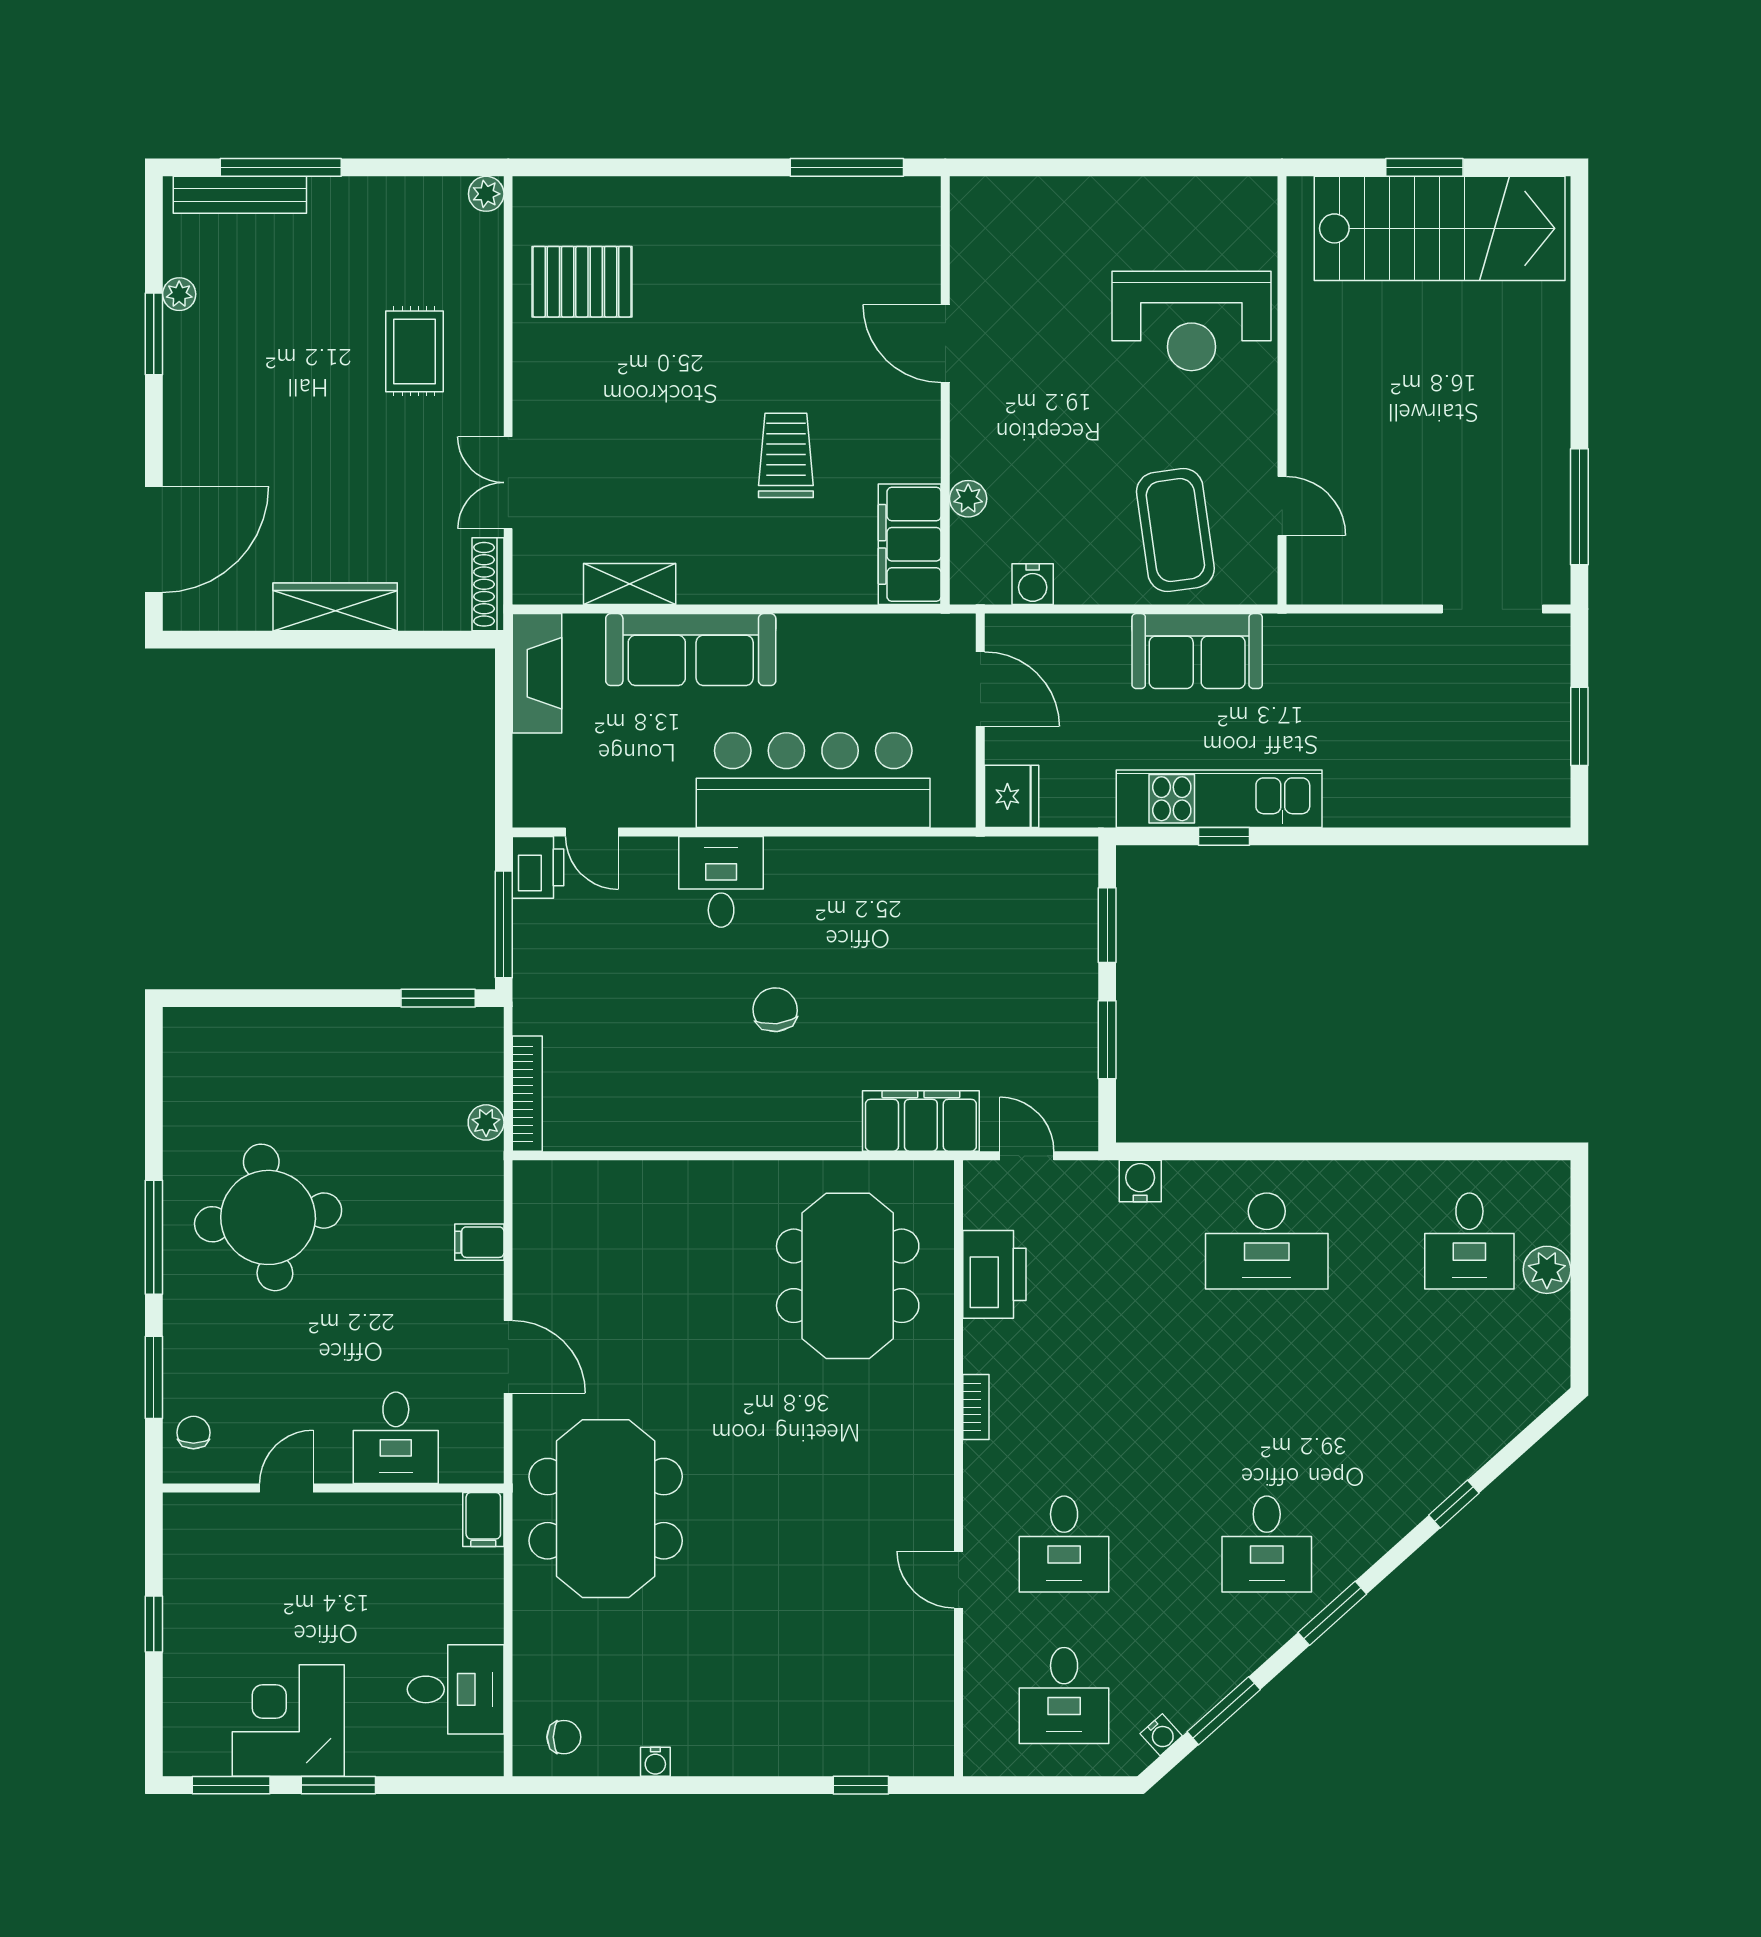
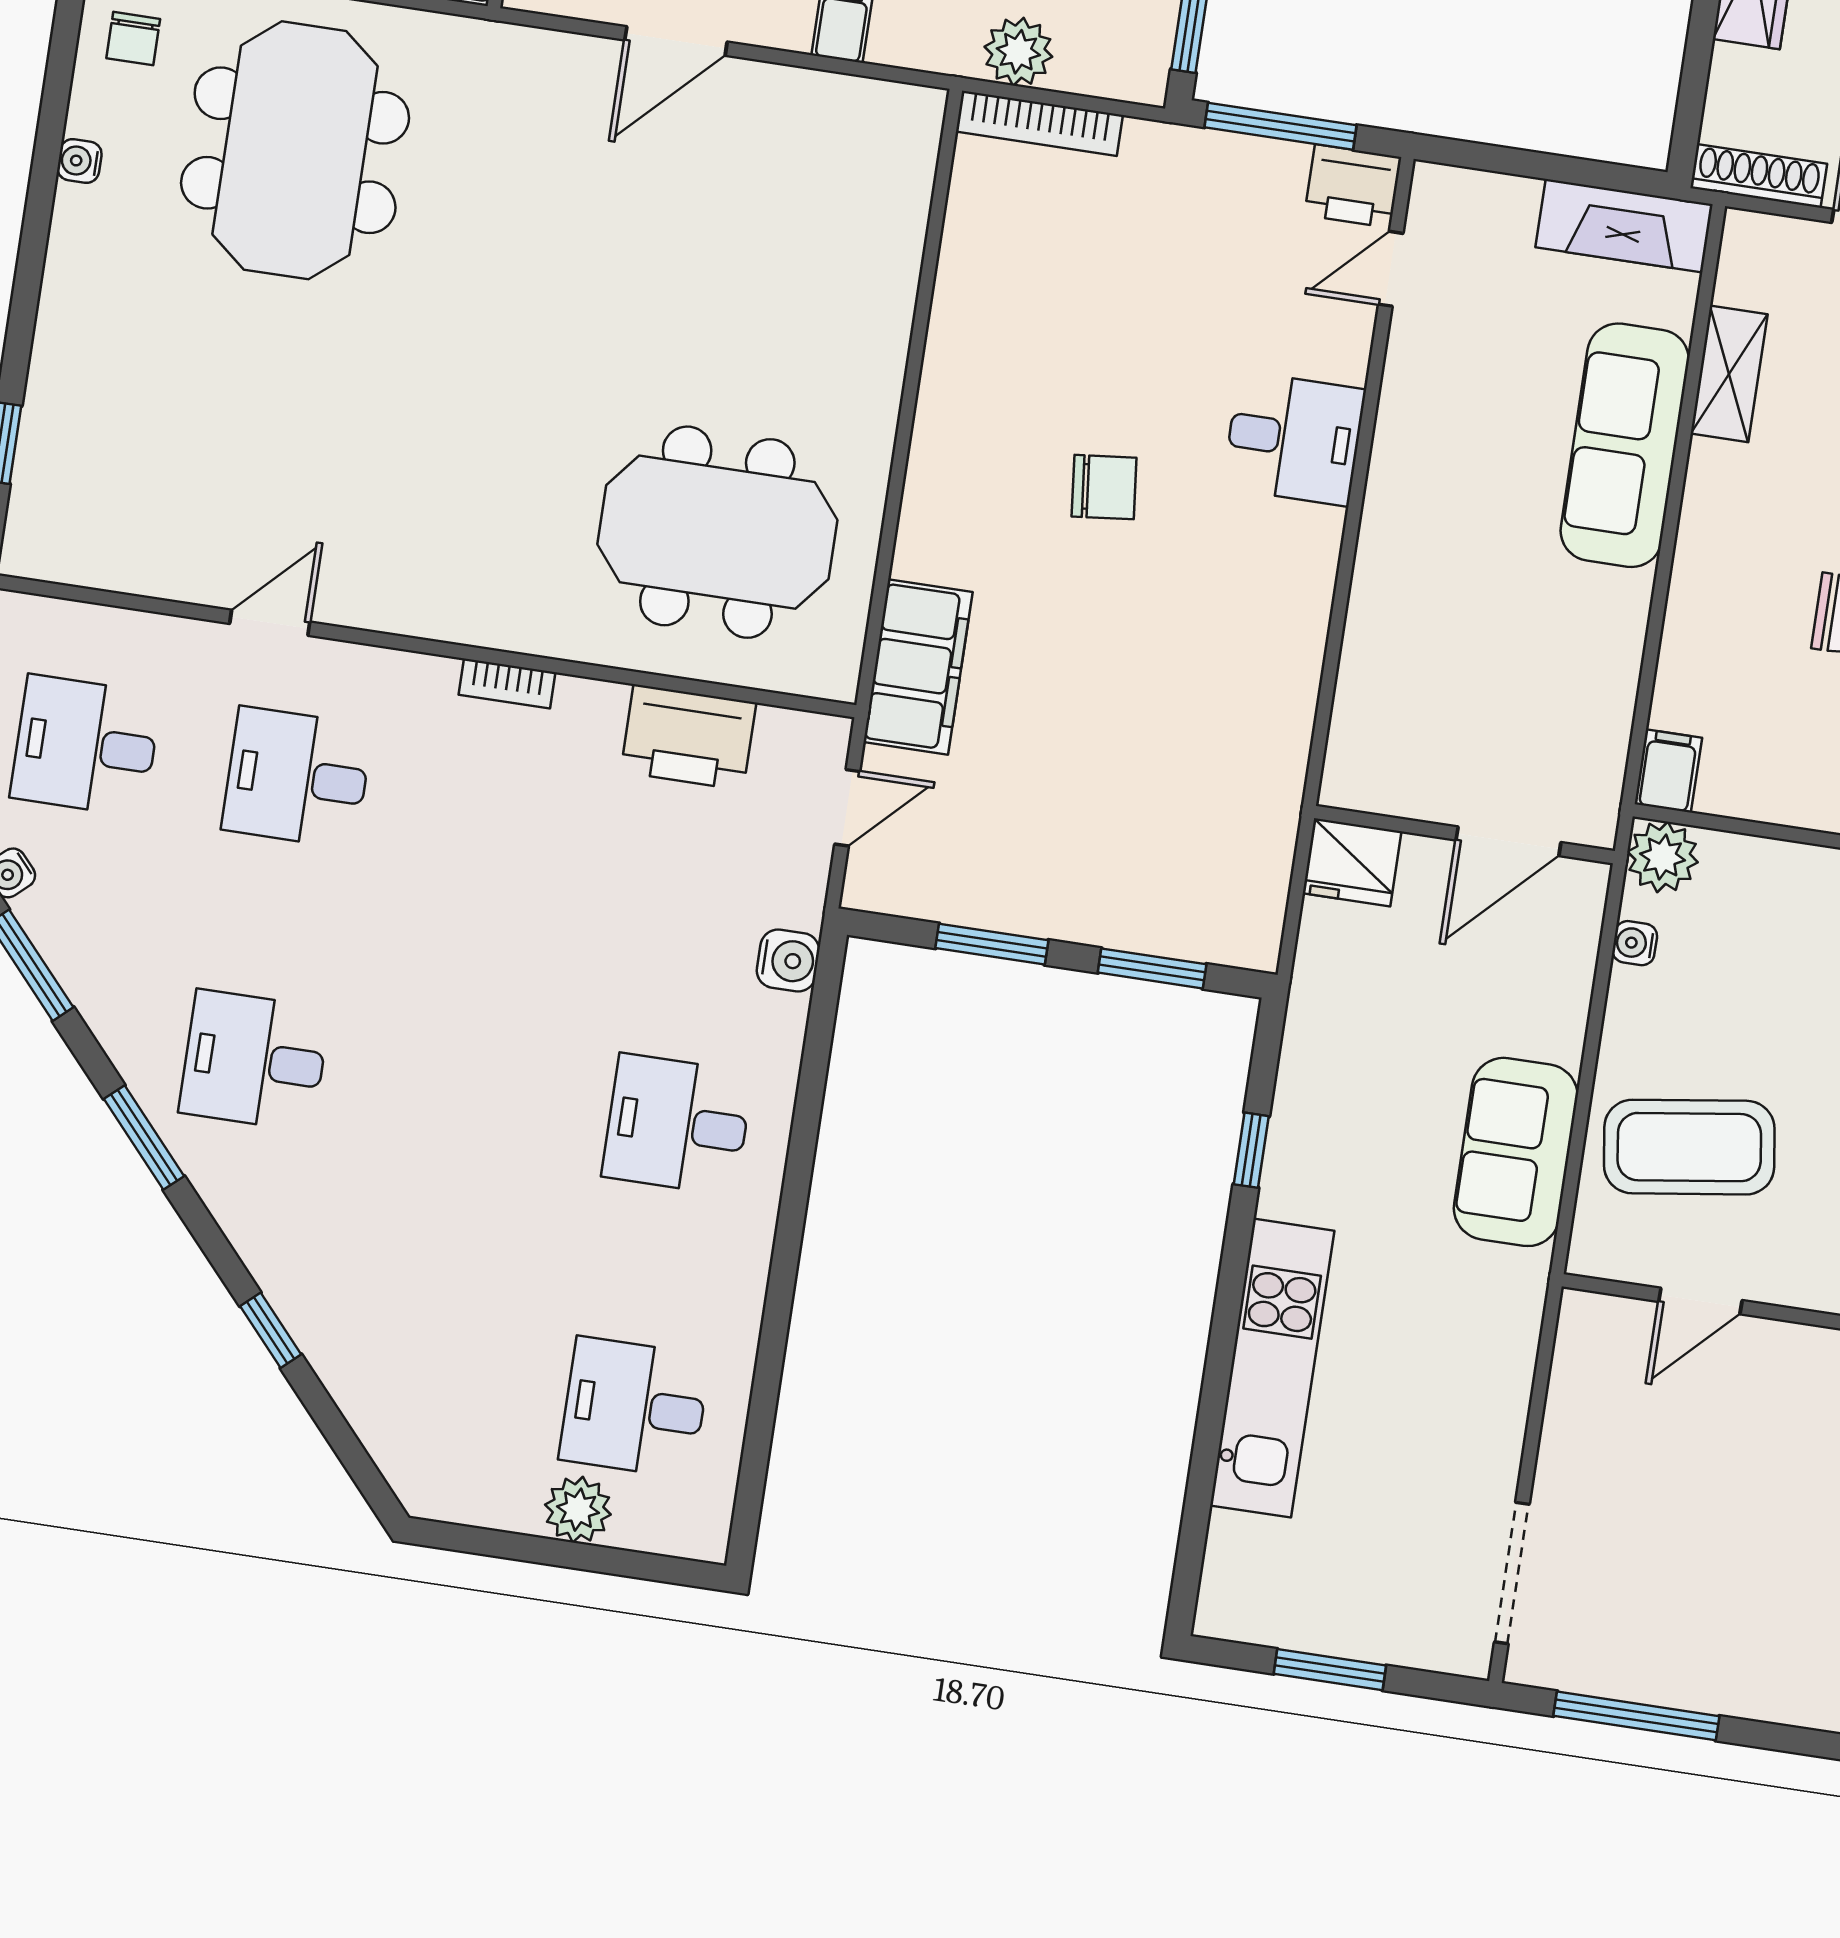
plant: (968, 499) -> (1663, 857), moved, width x1.38, depth x1.38
filing cabinet: (910, 544) -> (1668, 771), width x0.33, depth x0.86
water cooler: (1033, 584) -> (1635, 943), width x0.72, depth x0.72
bar counter: (813, 780) -> (1417, 589), removed
kitchen unit: (1219, 799) -> (1272, 1368), moved
plant: (486, 1122) -> (1018, 52), width x1.38, depth x1.38
desk: (1267, 1241) -> (677, 1125), width x0.73
meeting table: (606, 1509) -> (295, 150), moved, turned 90

